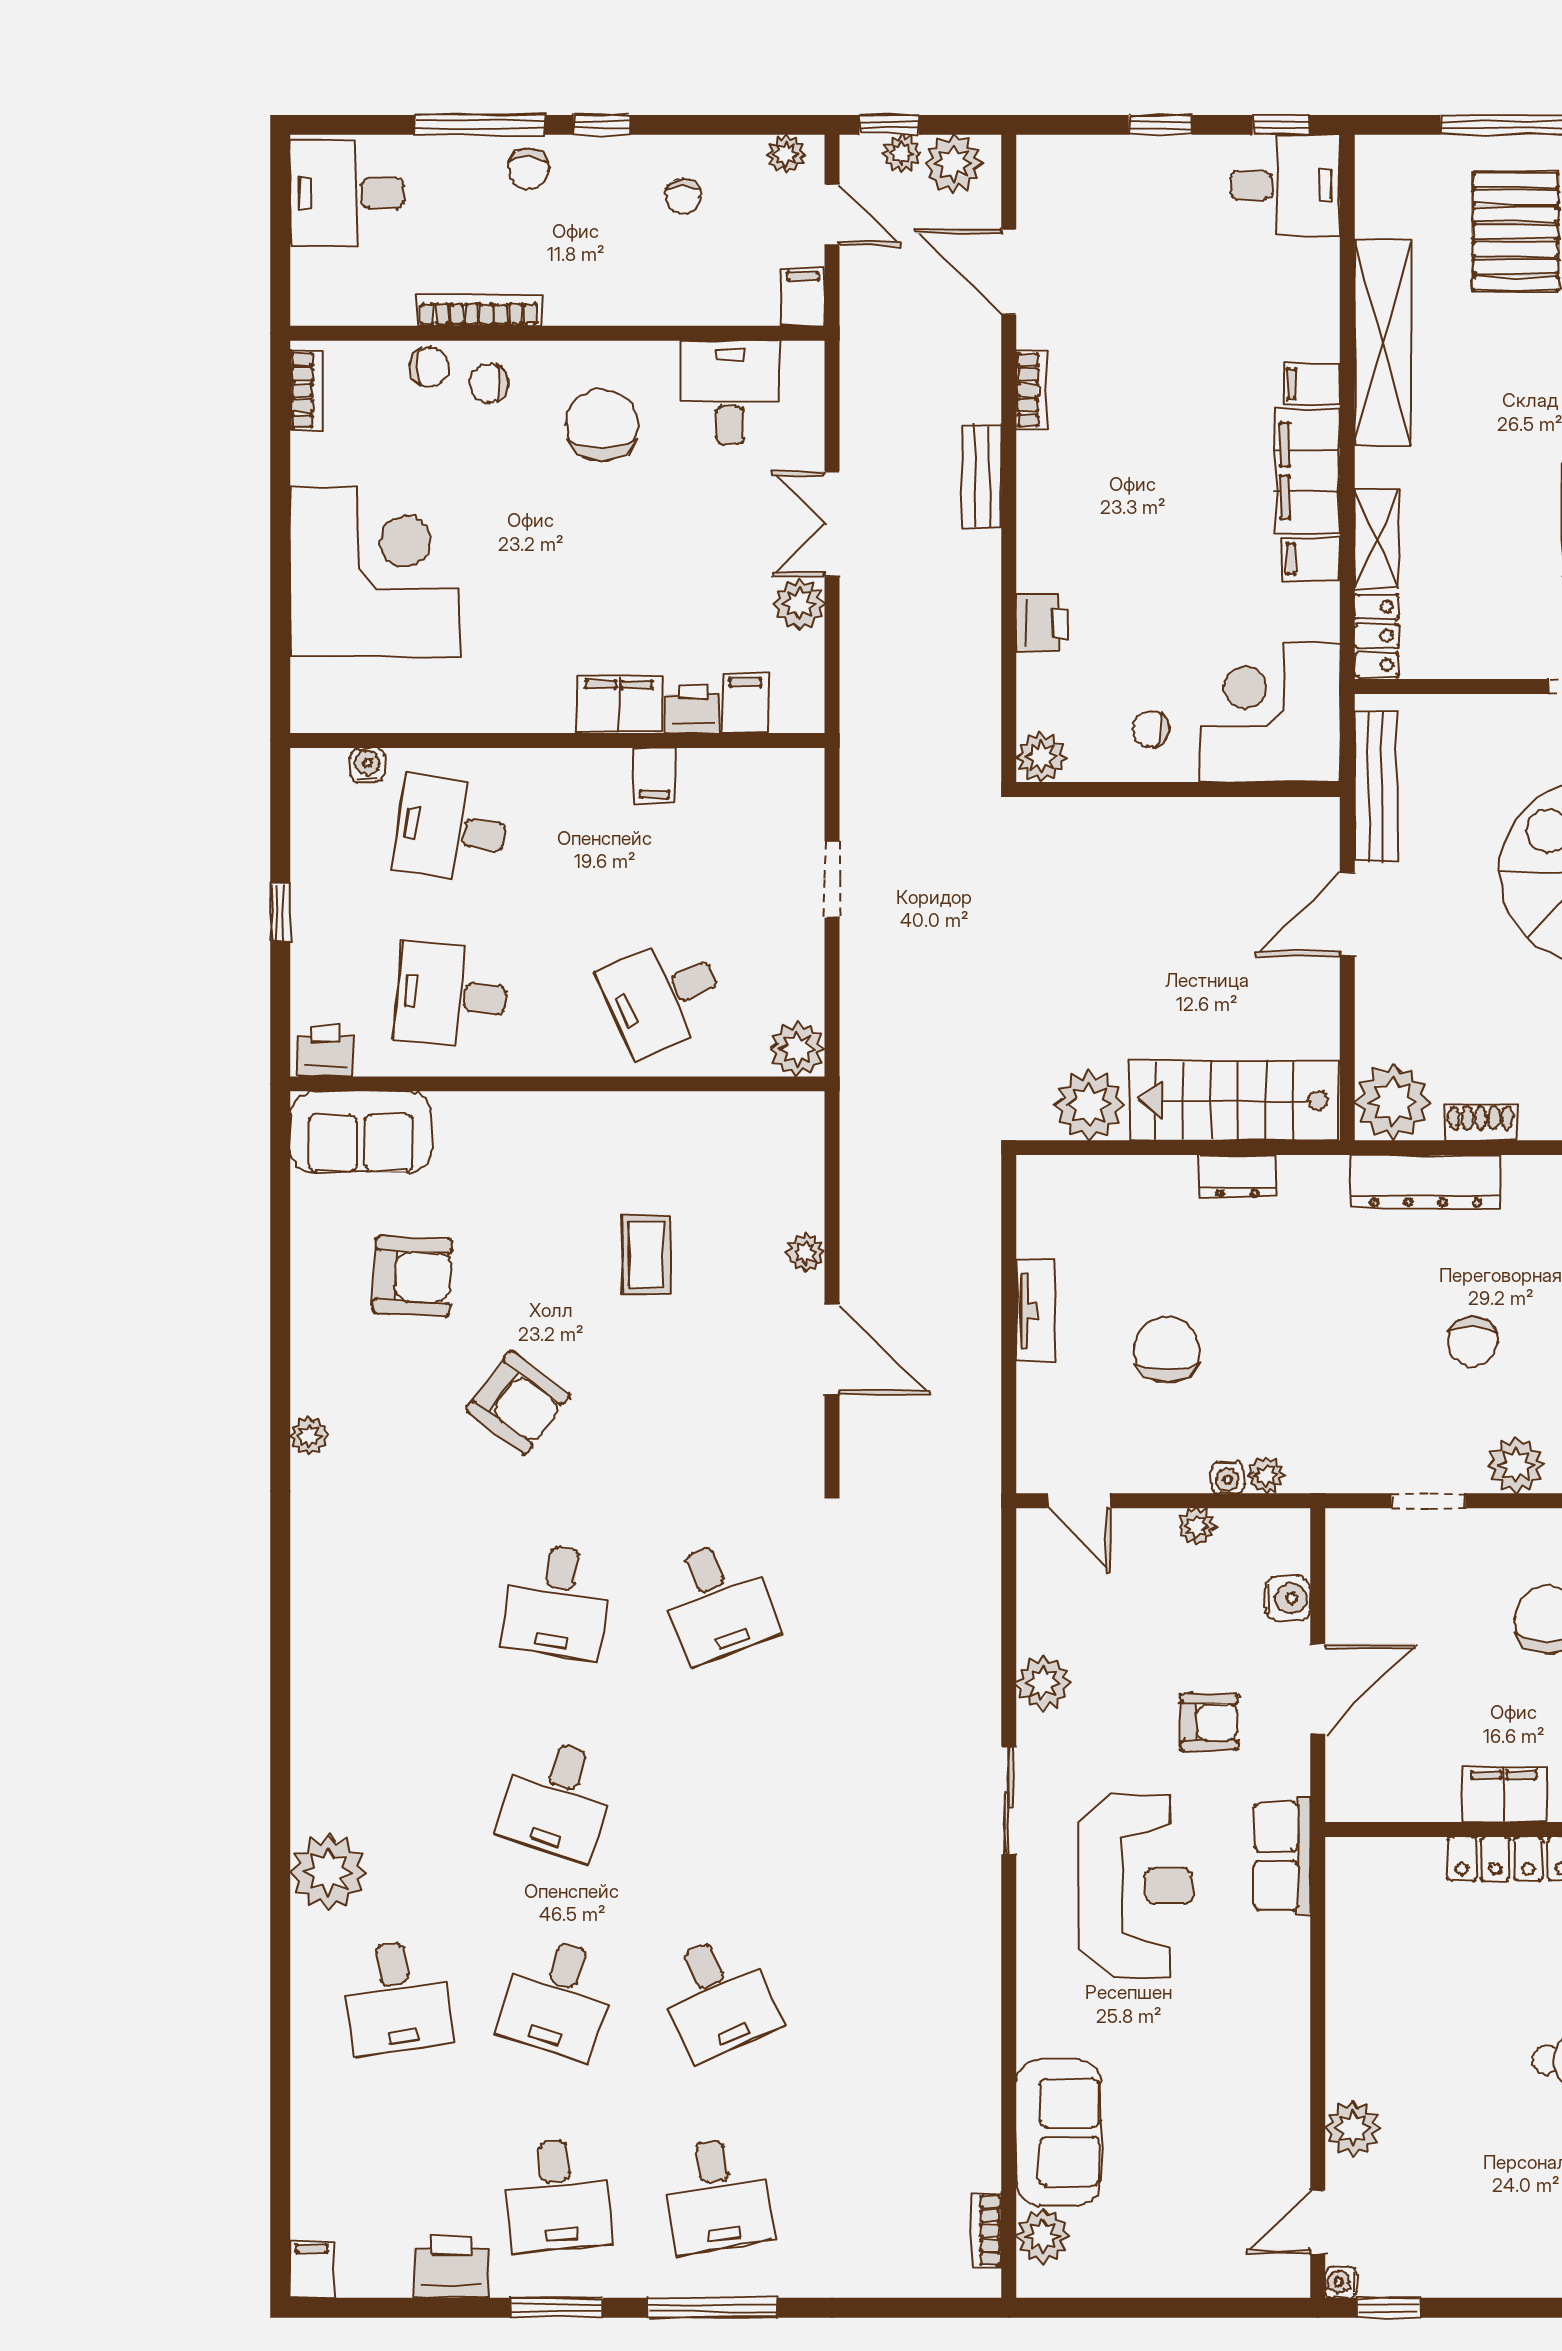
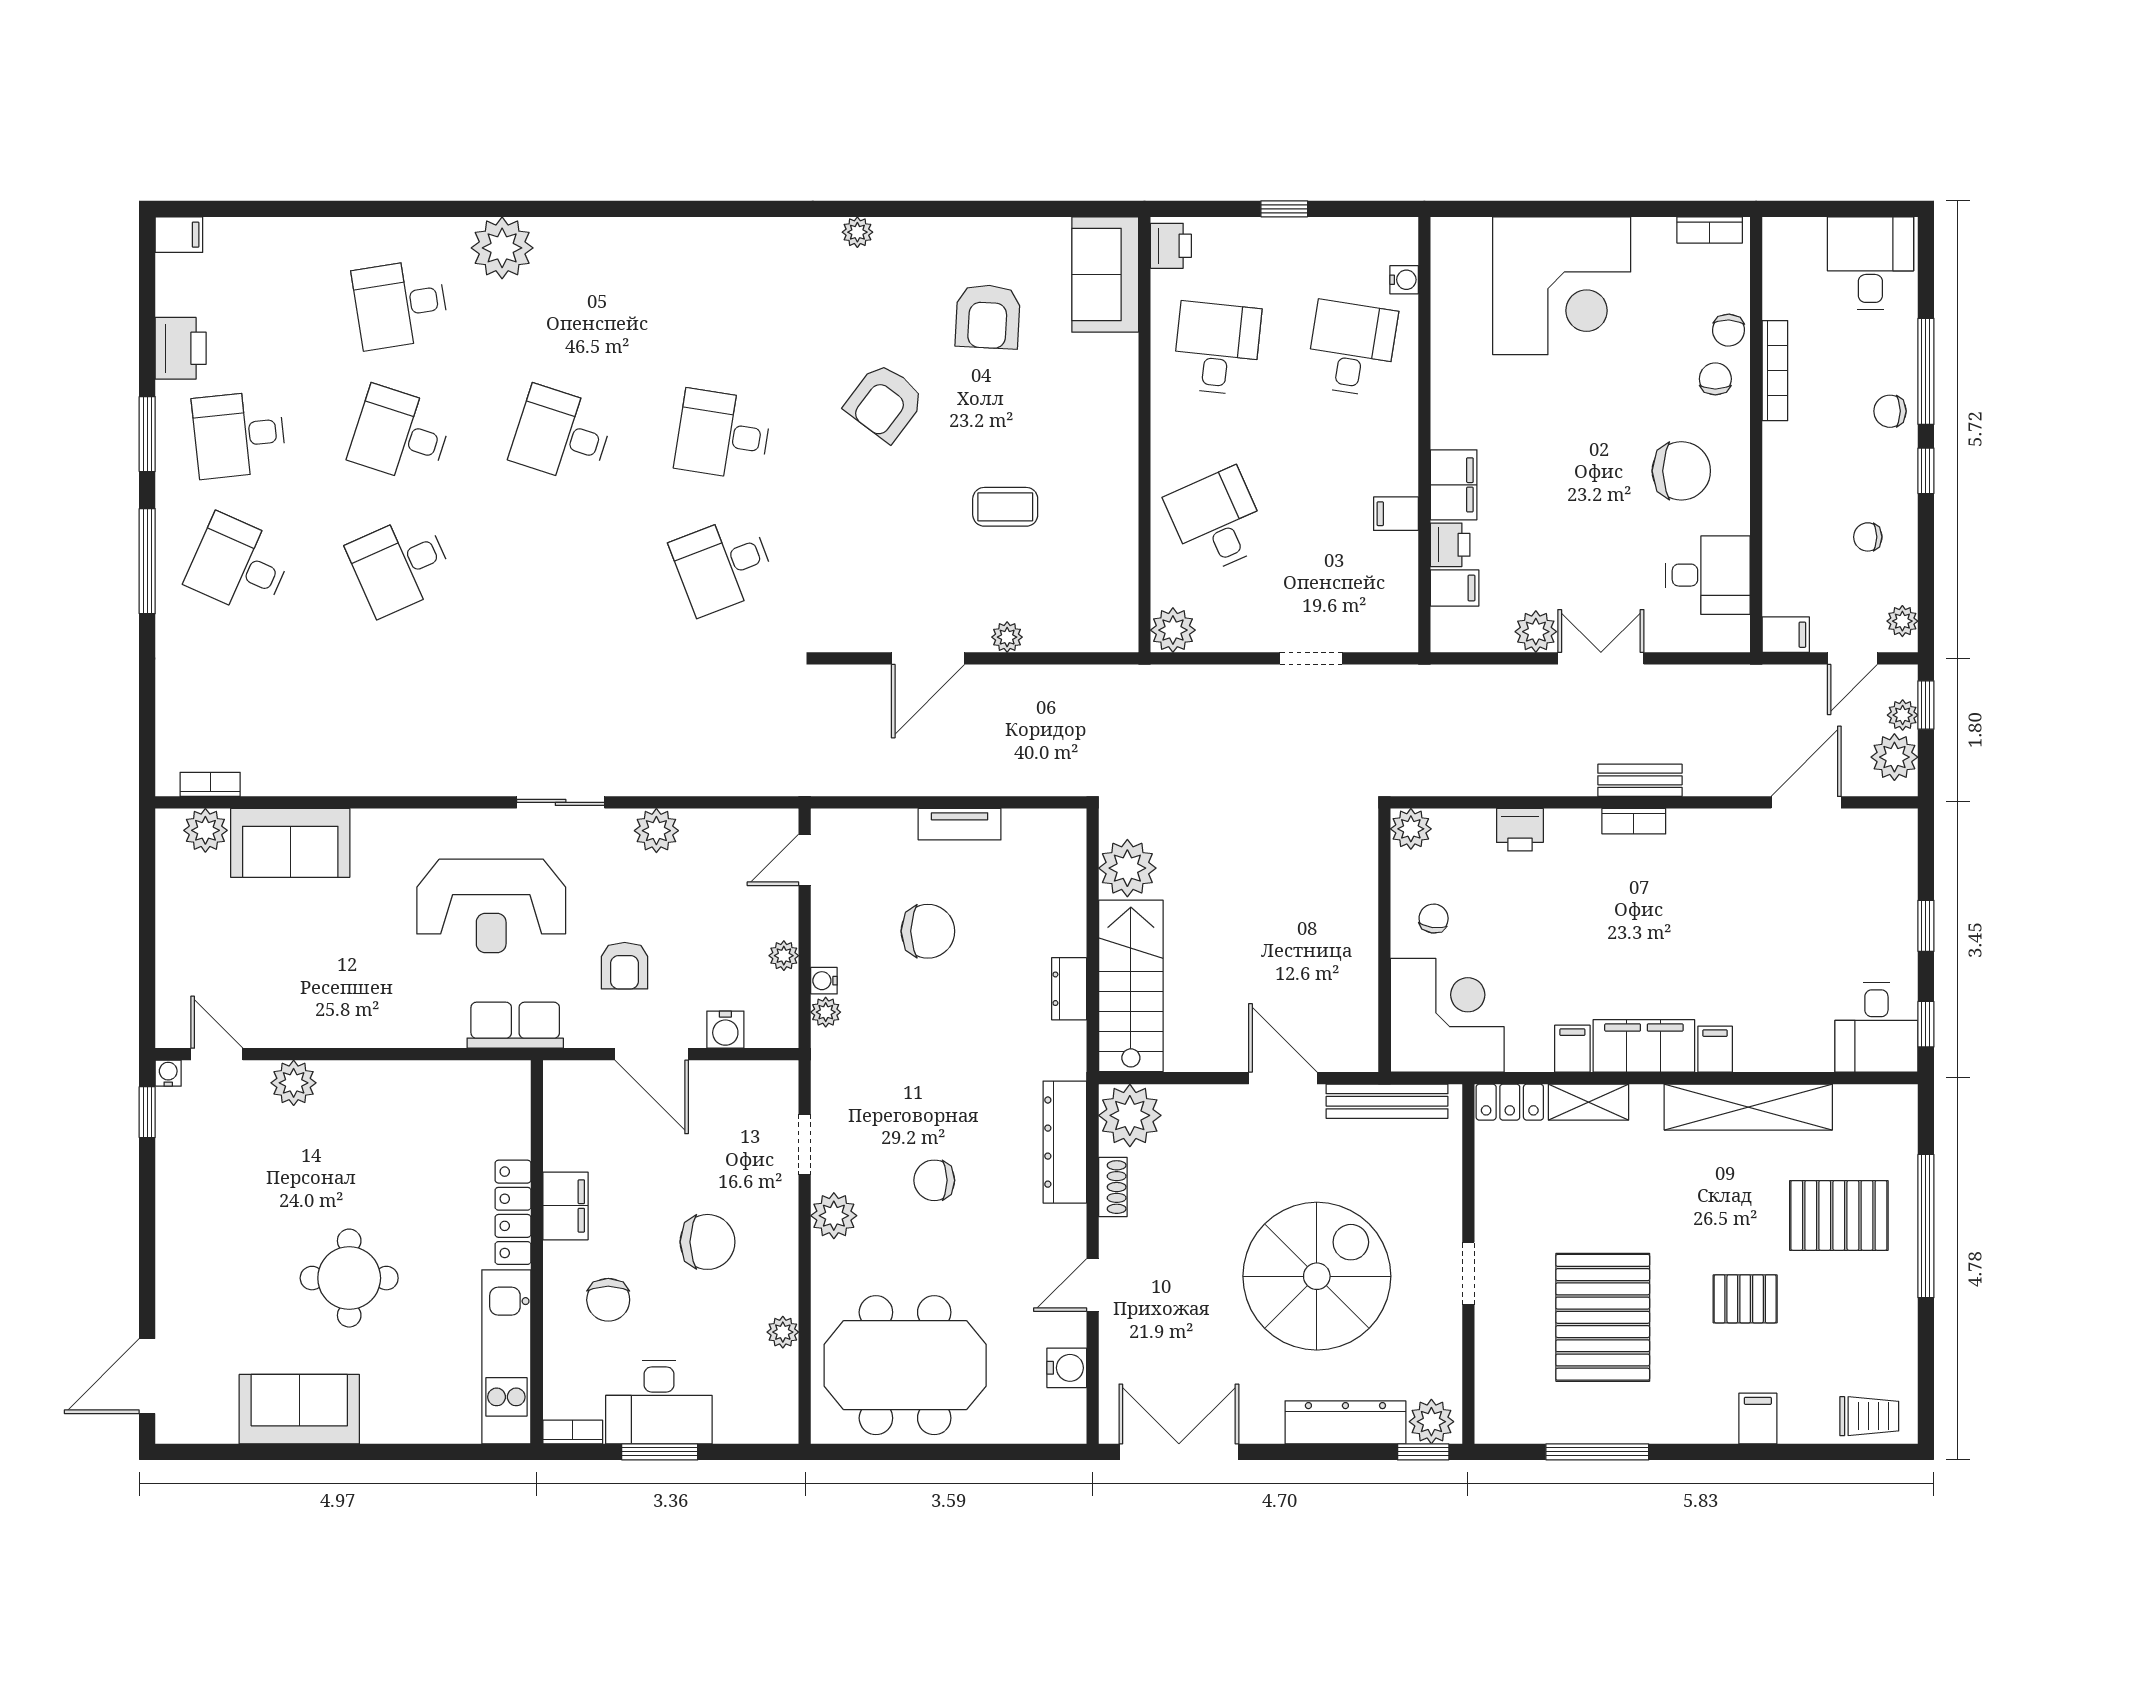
bookcase: (1032, 390) -> (1634, 821), moved
desk: (717, 2195) -> (239, 565), turned 33

